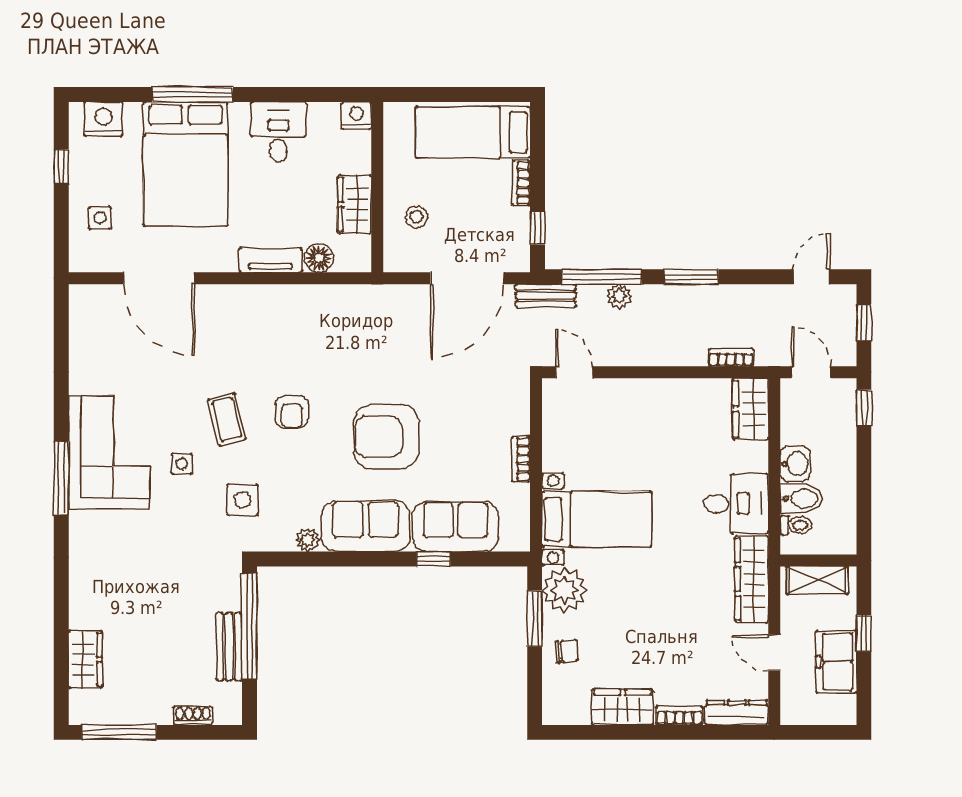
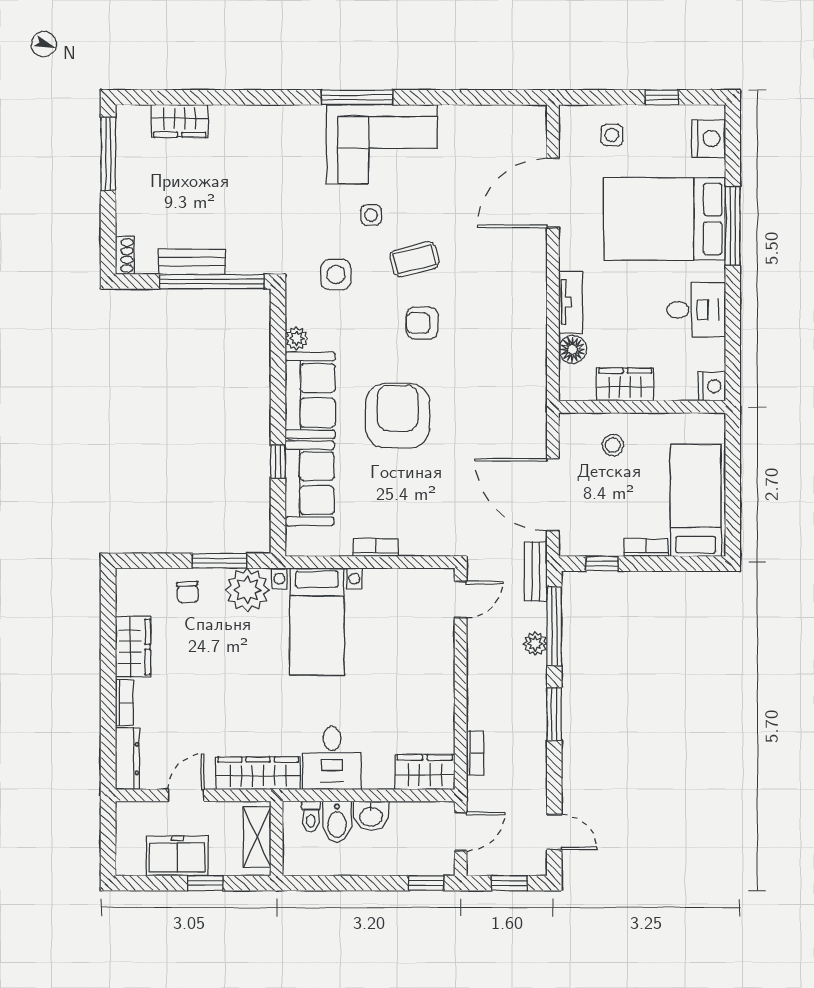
shoe rack: (193, 716) -> (125, 255), moved

